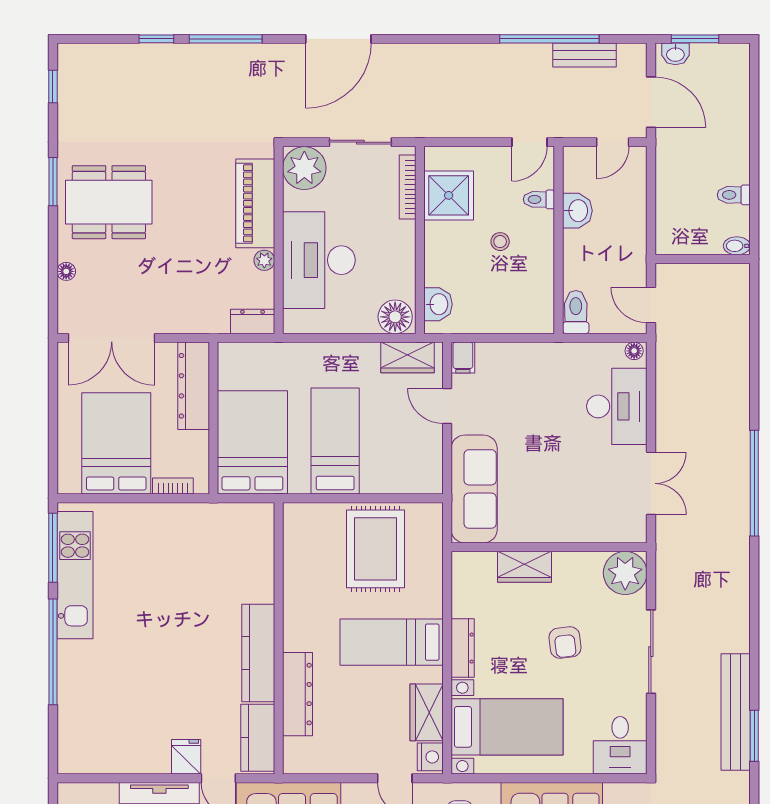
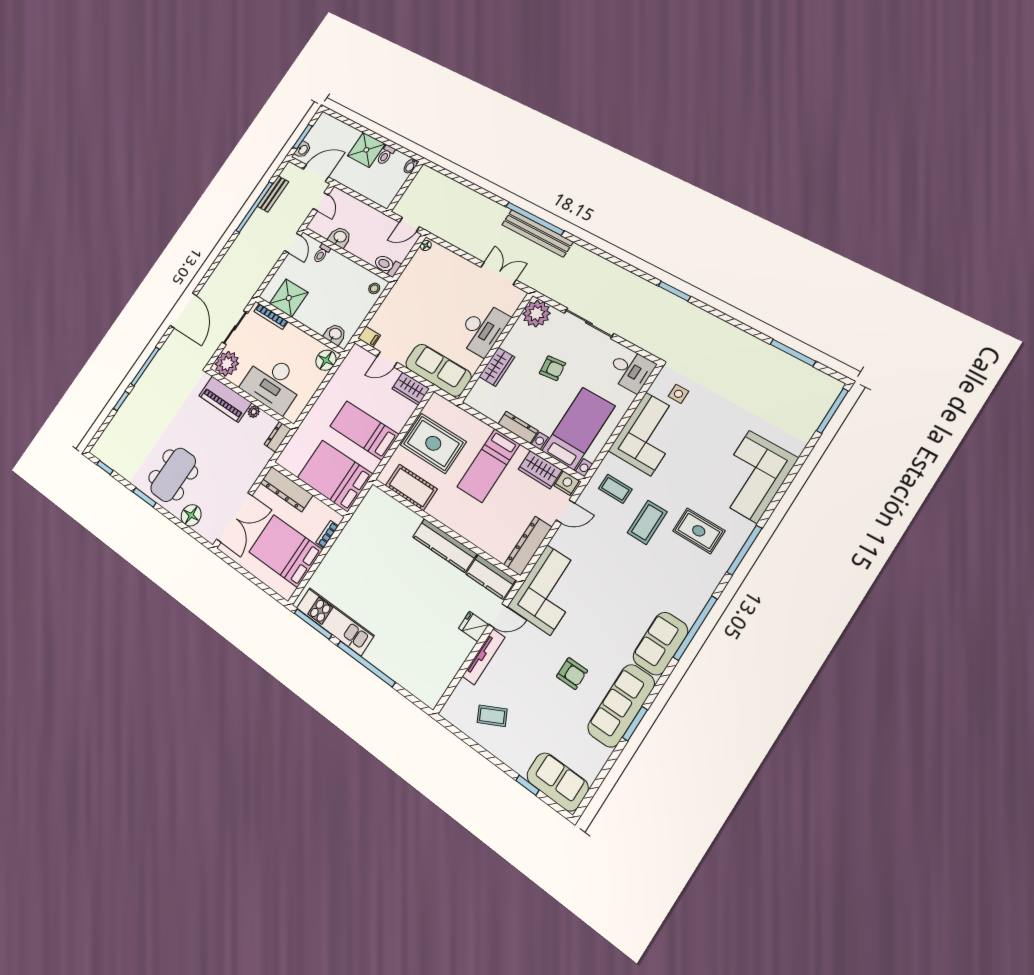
shower: (726, 159) -> (366, 150), added
stool: (500, 242) -> (374, 288), moved
floor lamp: (66, 271) -> (191, 515), width x1.89, depth x1.89
wardrobe: (408, 357) -> (411, 389), moved, turned 90
desk: (617, 406) -> (483, 329), moved, turned 90
cot: (302, 559) -> (411, 487), added
dresser: (298, 694) -> (528, 546), moved, turned -90
bench: (736, 712) -> (537, 233), moved

